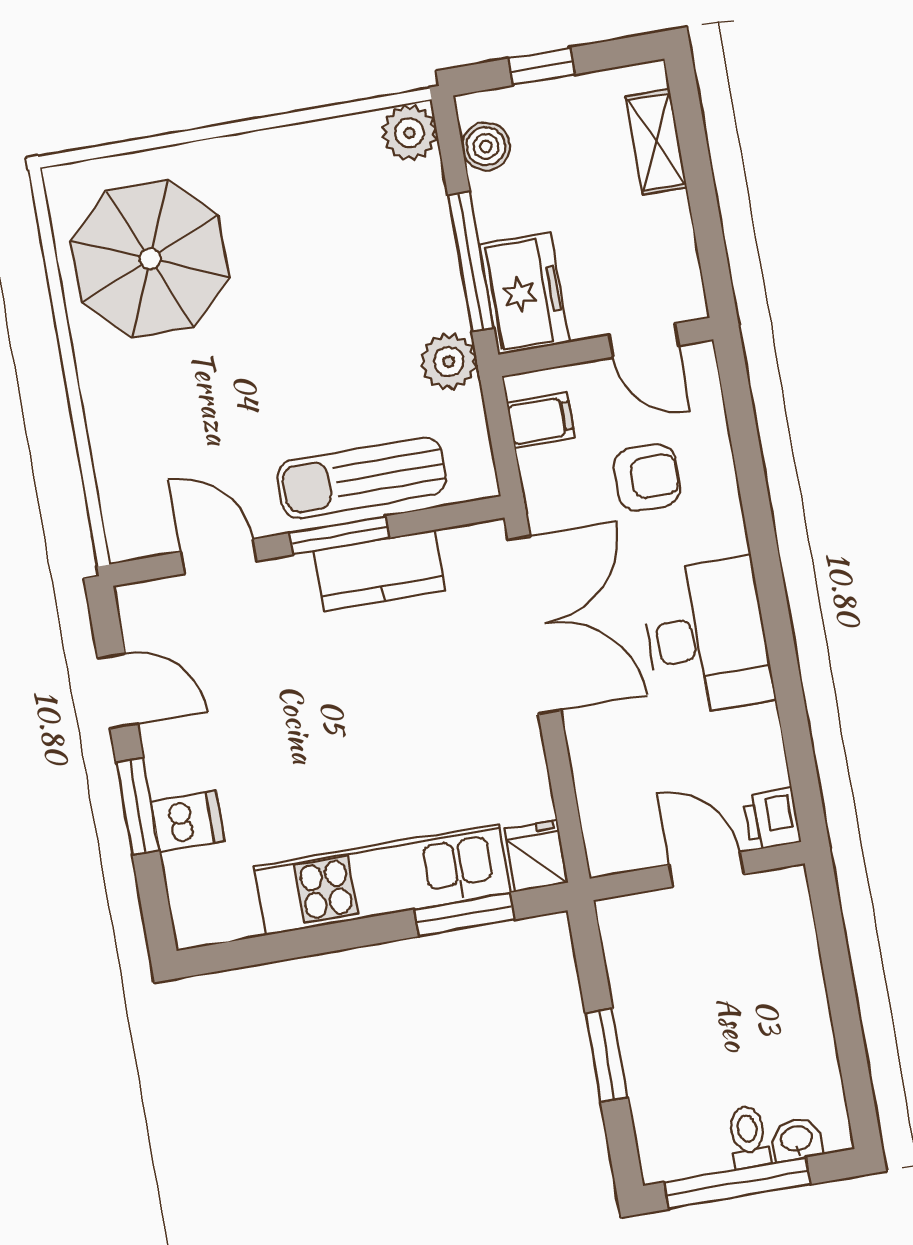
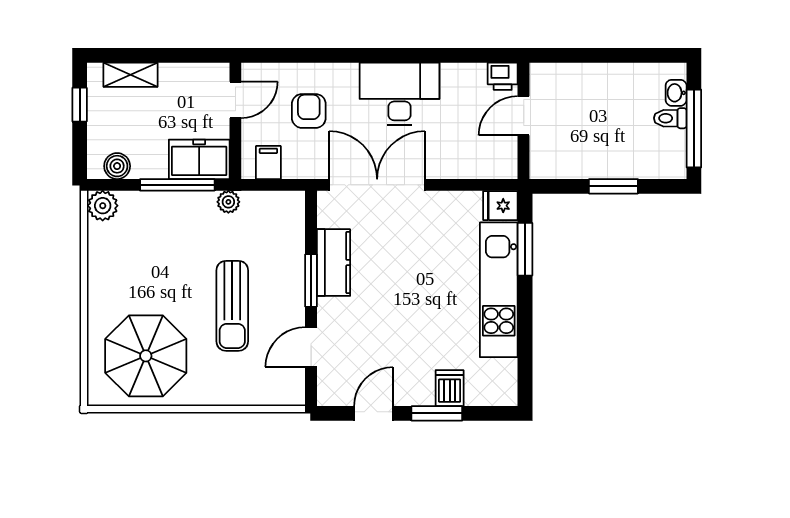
window: (542, 66) -> (80, 105), moved
plant: (449, 361) -> (228, 202), width x0.73, depth x0.73
sun lounger: (362, 478) -> (232, 306), moved

